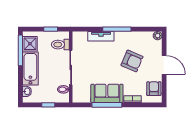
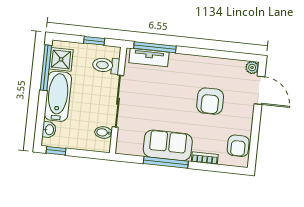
window: (117, 29) -> (155, 47), moved
tv unit: (101, 36) -> (149, 57), moved
armchair: (132, 61) -> (210, 101), turned 67
door: (164, 65) -> (260, 90), moved
armchair: (154, 89) -> (238, 146), turned 180
window: (48, 105) -> (56, 151), moved

